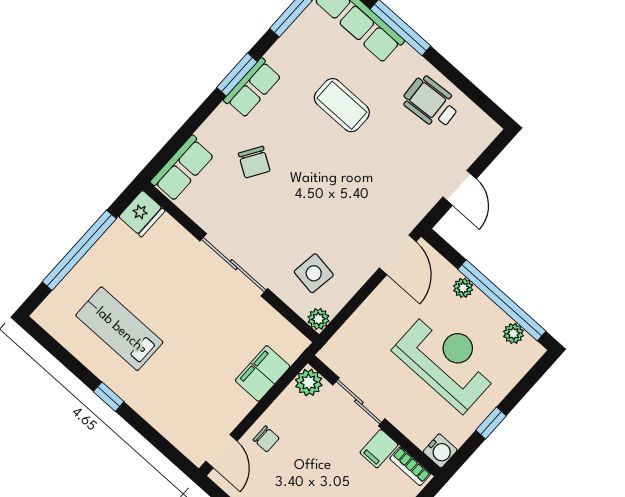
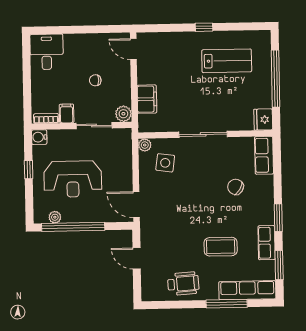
row of seats: (253, 88) -> (267, 243), moved
plant: (463, 288) -> (95, 217), removed
chair: (266, 439) -> (95, 80), moved

